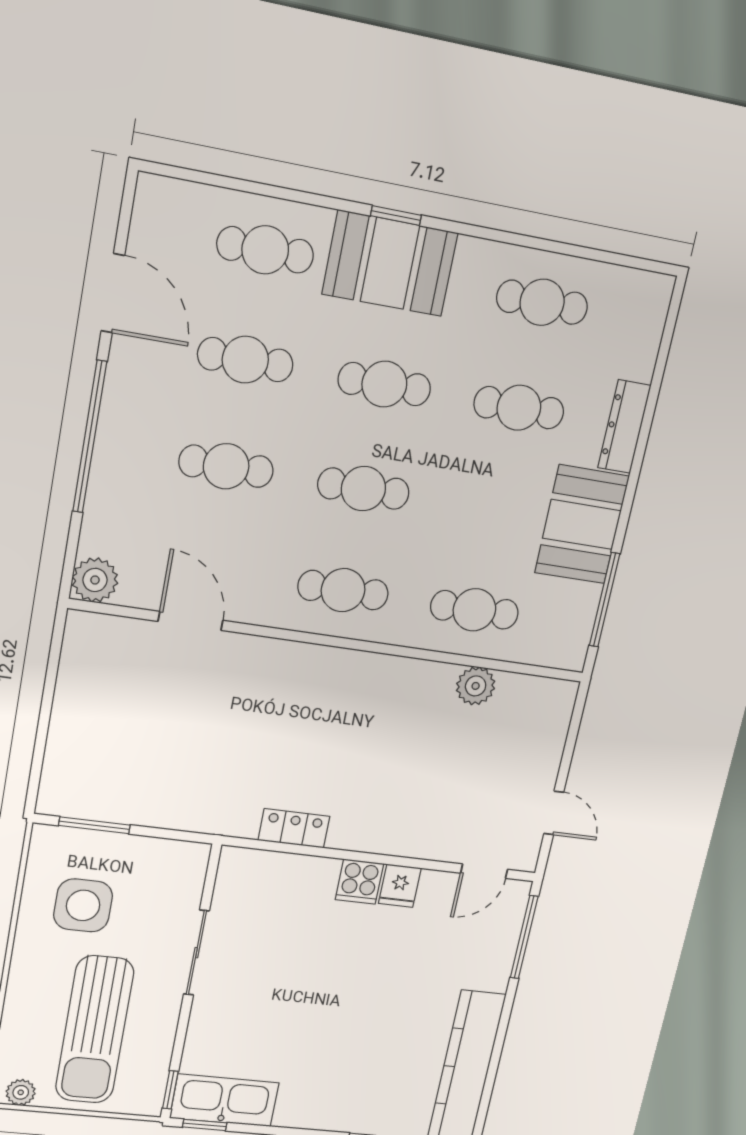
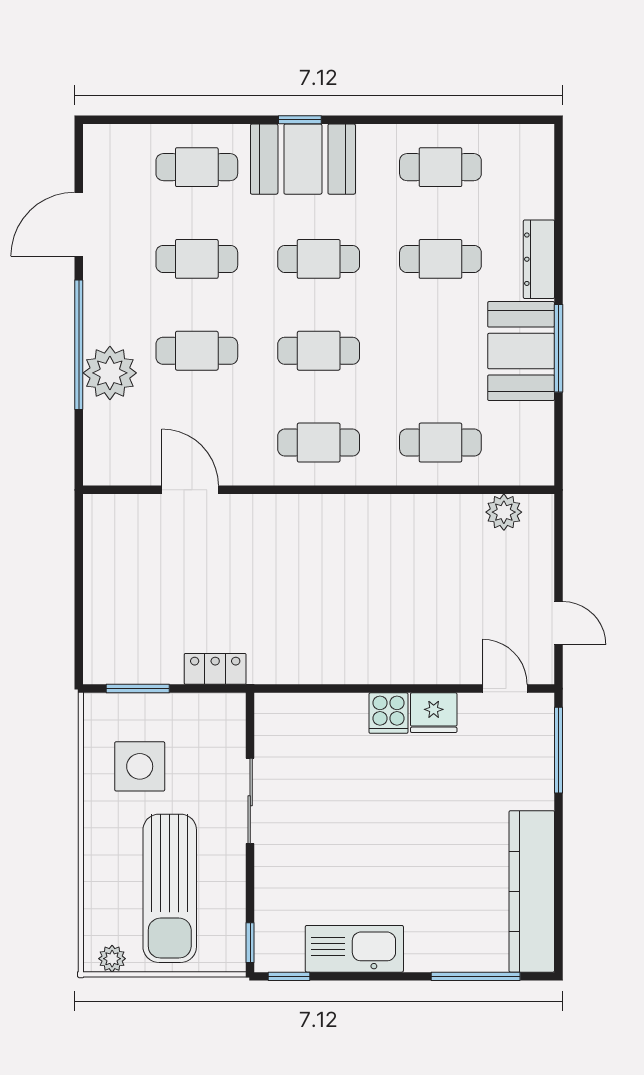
door: (113, 293) -> (79, 224), swing flipped
plant: (95, 580) -> (110, 373), moved, width x1.36, depth x1.36
window: (605, 600) -> (558, 348), moved
plant: (476, 686) -> (504, 512), moved
locker: (294, 828) -> (215, 669), moved
door: (484, 871) -> (505, 689), swing flipped
fridge: (400, 886) -> (434, 713), width x1.38
kitchen sink: (224, 1100) -> (354, 949), moved

